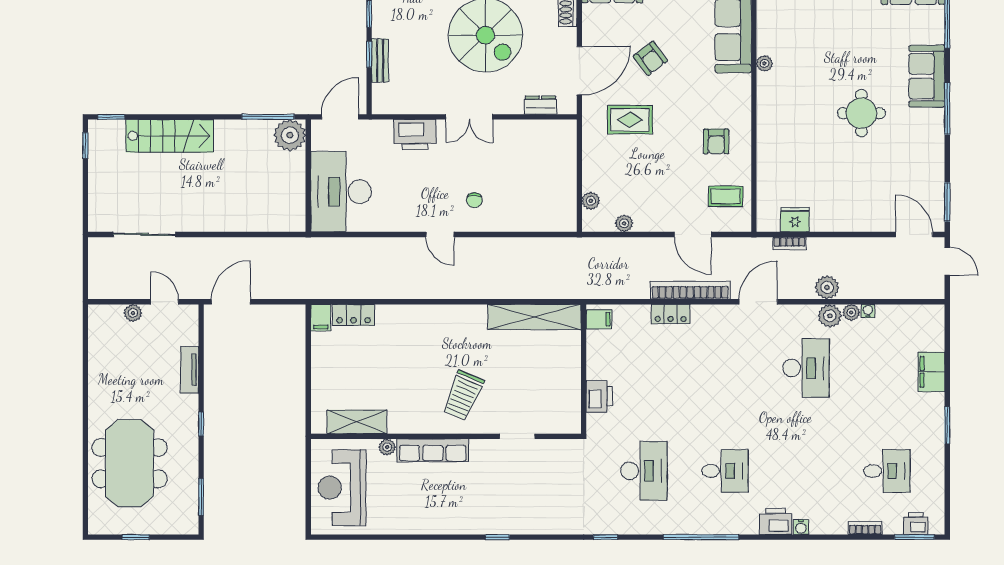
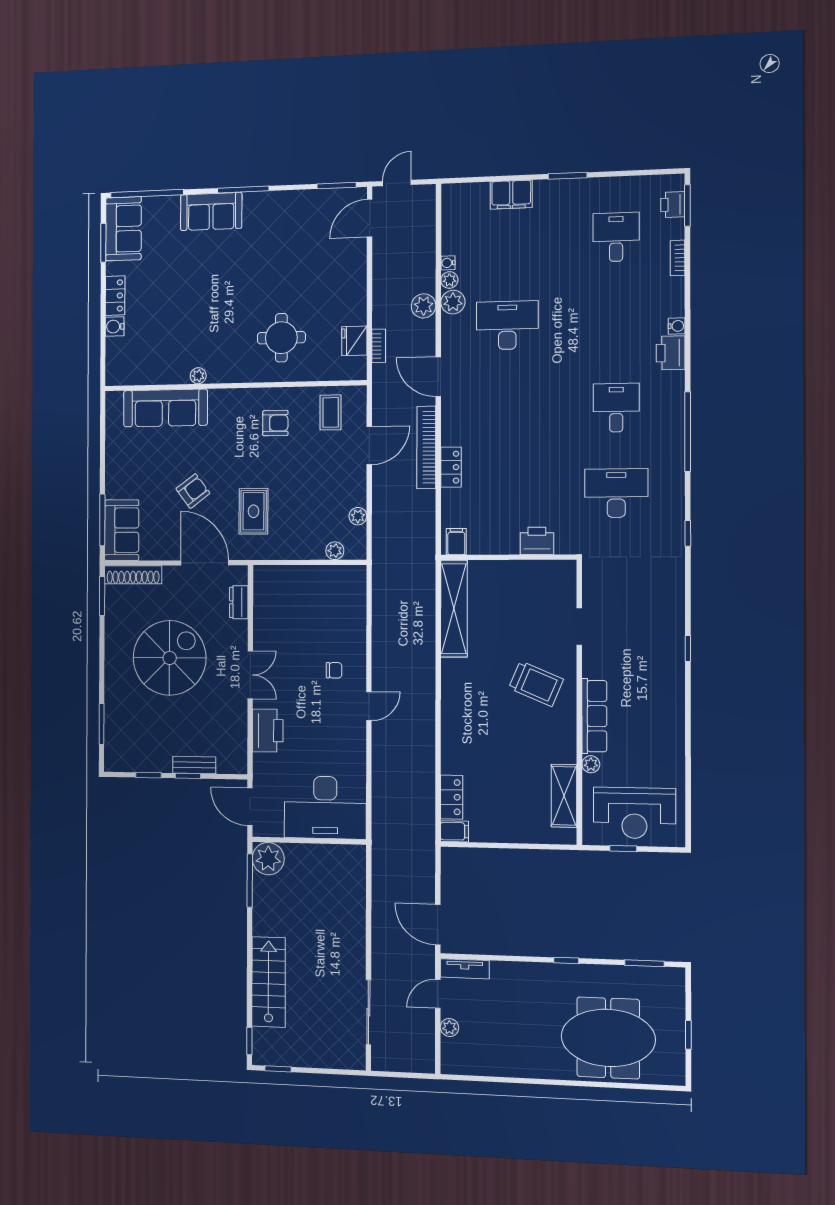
round table: (861, 113) -> (281, 338), moved
tv unit: (190, 370) -> (465, 969), moved
window: (308, 477) -> (623, 849), added

